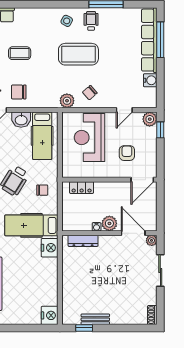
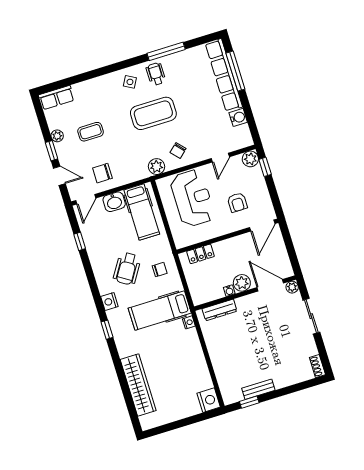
reception desk: (90, 137) -> (192, 198), turned 180
armchair: (127, 153) -> (237, 202), turned 180
nightstand: (50, 248) -> (189, 322), width x0.53, depth x0.56

